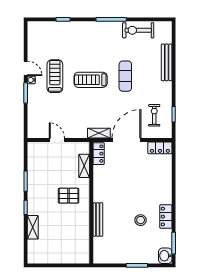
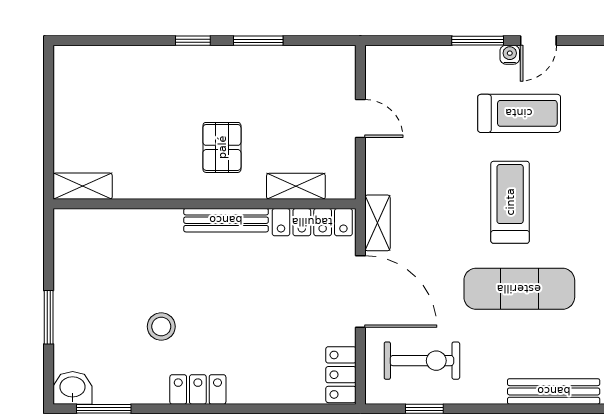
exercise mat: (125, 76) -> (519, 289), width x1.36, depth x1.45
exercise bike: (154, 115) -> (422, 361), width x1.38, depth x1.39
door: (57, 140) -> (360, 119), hinge flipped
locker: (99, 154) -> (312, 222), width x1.53
locker: (166, 217) -> (198, 389), moved
bench: (98, 219) -> (226, 220), moved
shelving: (33, 227) -> (83, 186), moved

